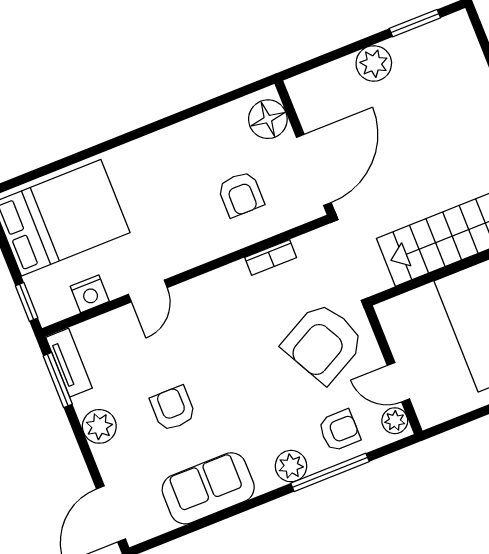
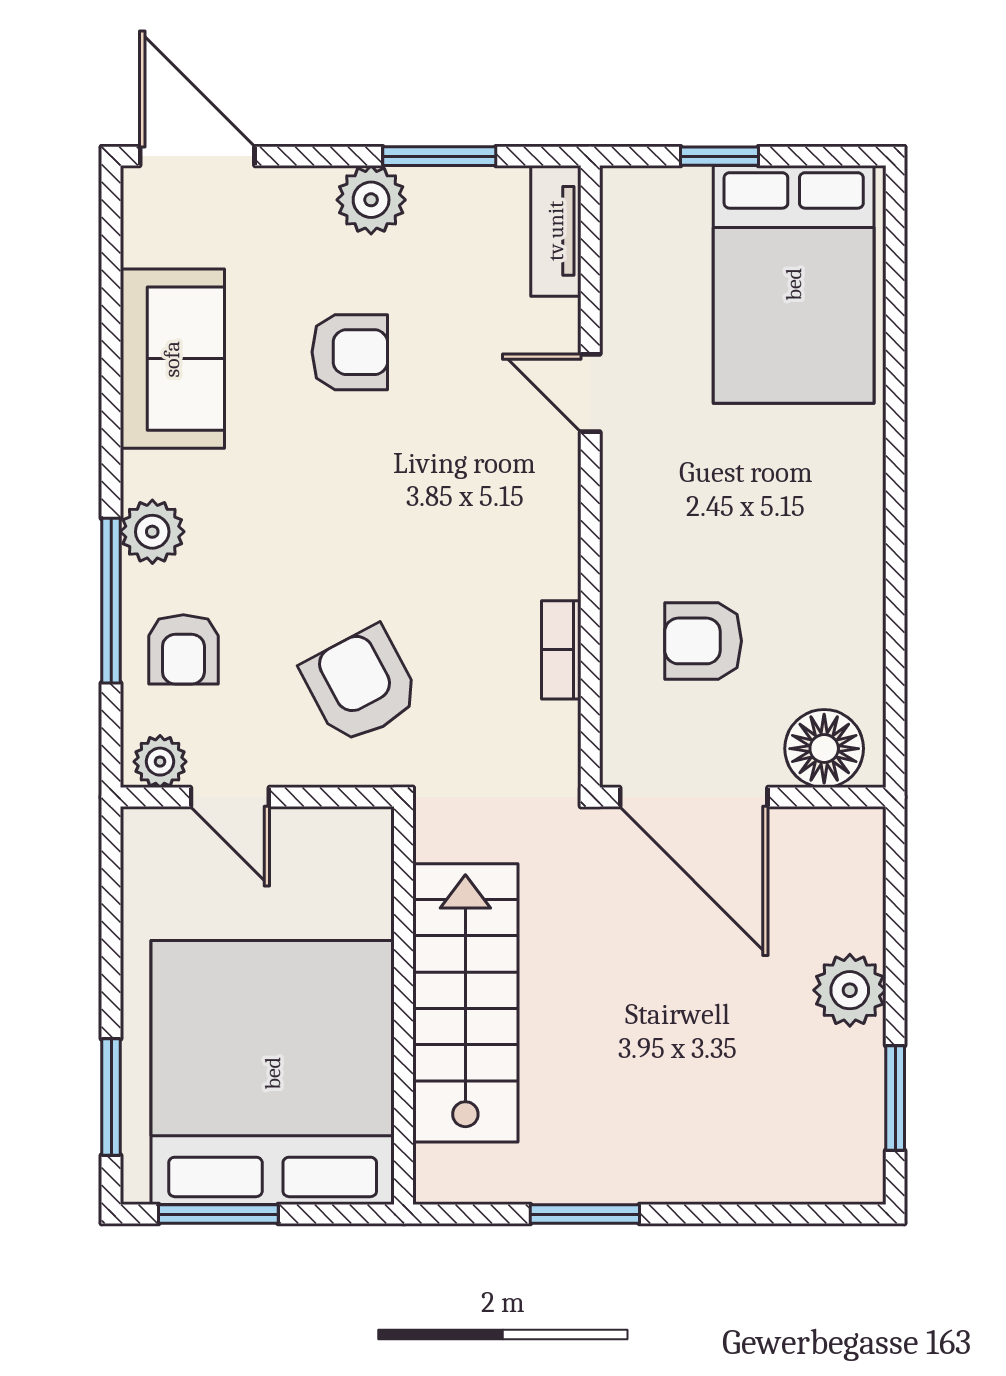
nightstand: (90, 294) -> (629, 281), removed
window: (27, 302) -> (720, 156), moved
armchair: (323, 343) -> (361, 685), width x0.73, depth x0.73
tv unit: (69, 363) -> (556, 231), moved, turned 90
window: (58, 380) -> (439, 156), moved
door: (398, 382) -> (230, 797), swing flipped

